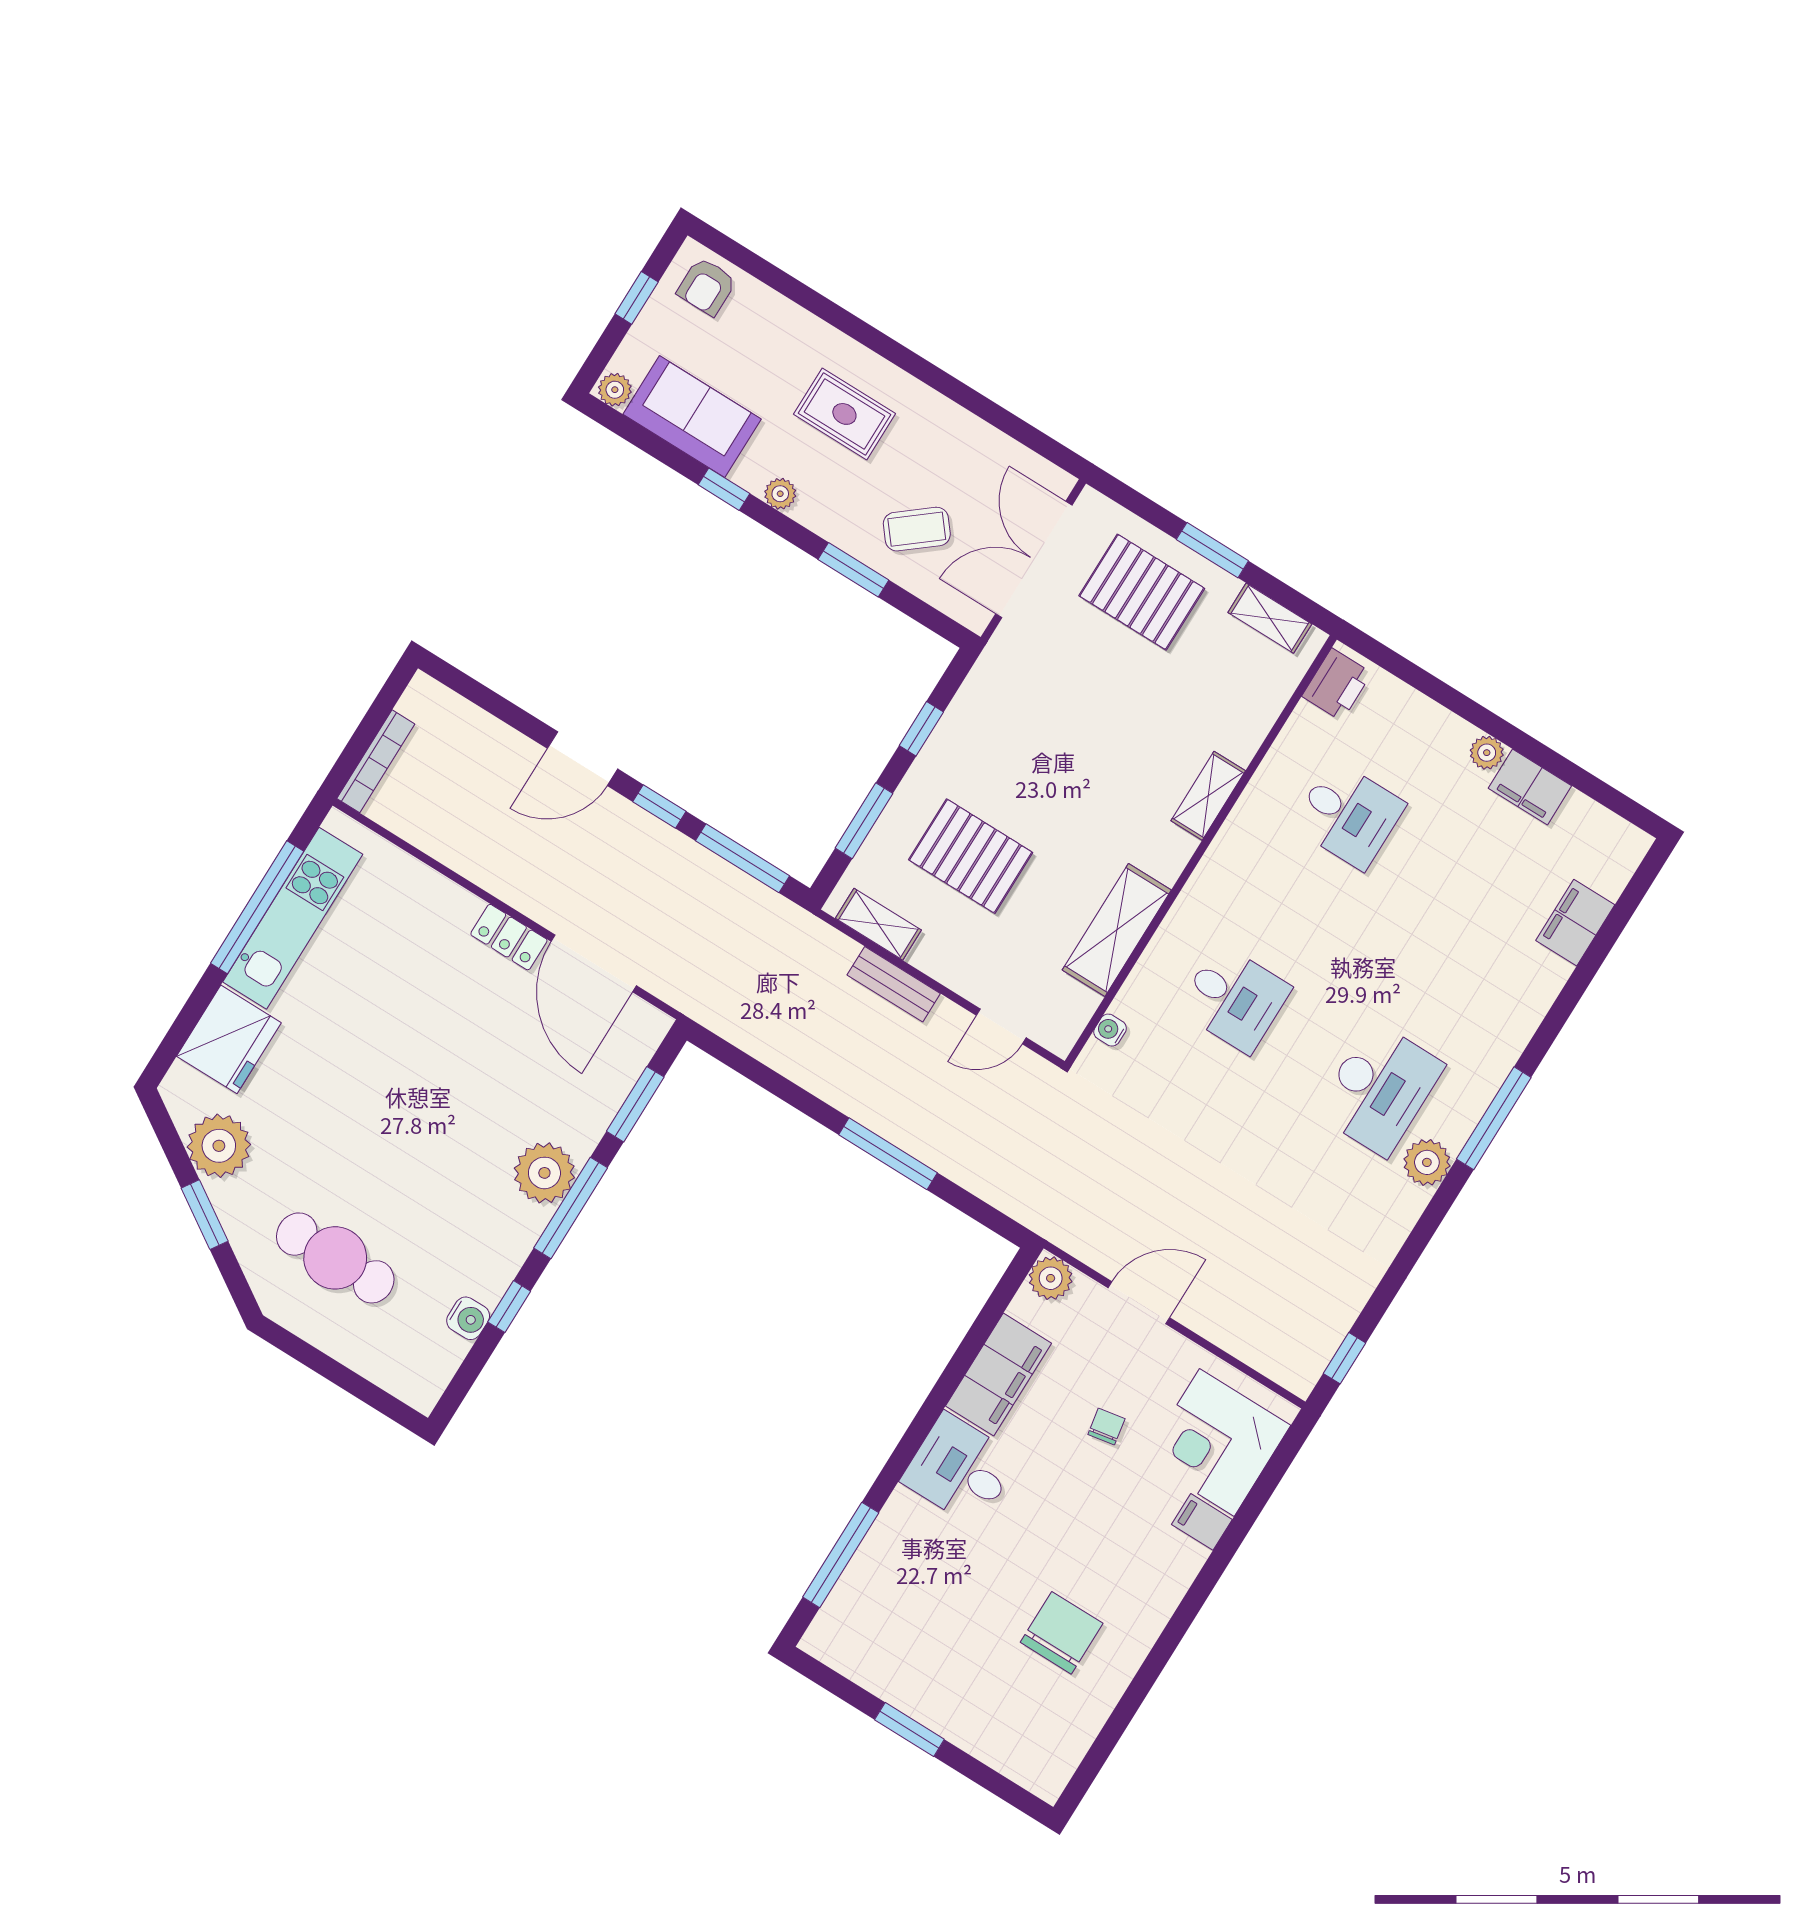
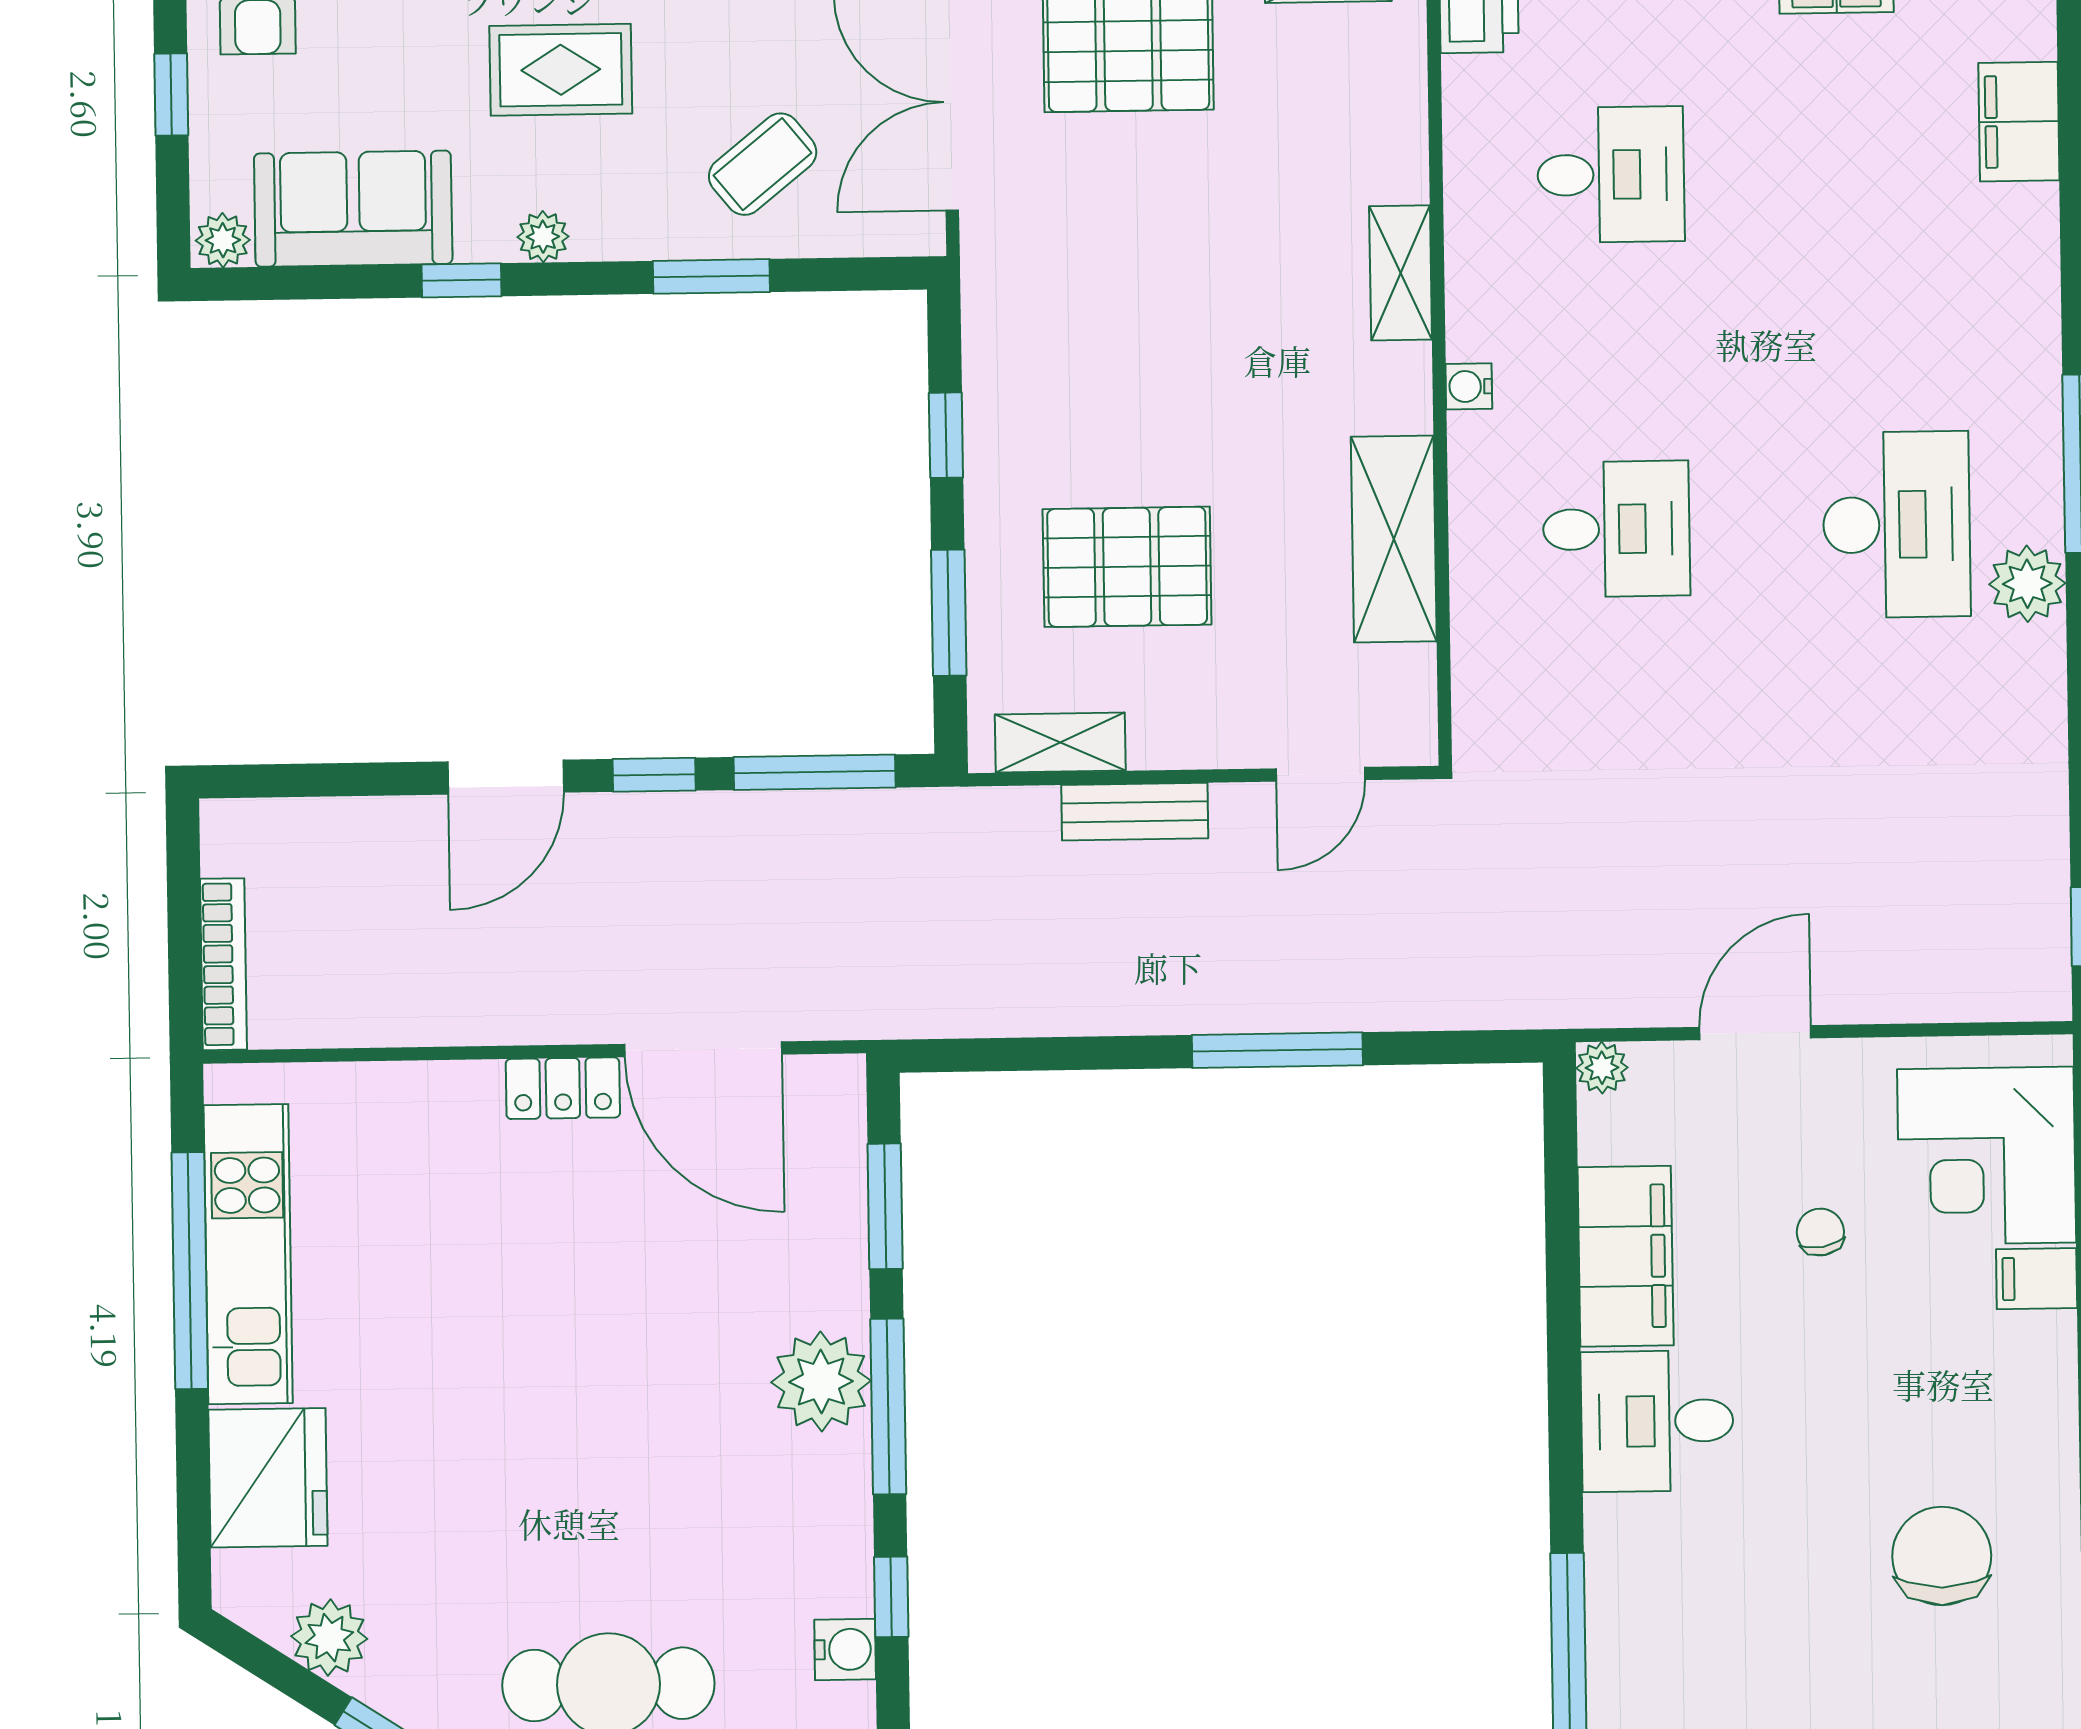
water cooler: (1110, 1030) -> (1469, 386), moved
plant: (219, 1146) -> (329, 1638), width x0.73, depth x0.73
plant: (1051, 1278) -> (1602, 1068), width x0.73, depth x0.73

